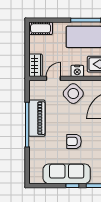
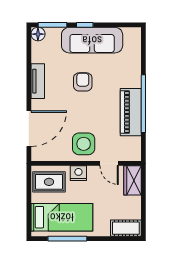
door: (53, 78) -> (109, 163), hinge flipped
side table: (73, 94) -> (84, 144), turned 45
armchair: (74, 141) -> (83, 82), turned -90

